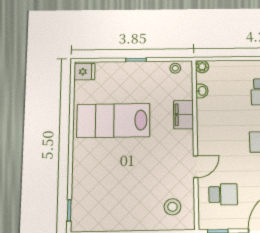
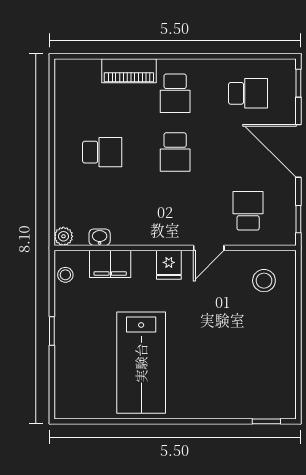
fridge: (84, 72) -> (169, 265), moved, turned 180
filing cabinet: (183, 115) -> (110, 264), moved
door: (196, 167) -> (209, 248), swing flipped

